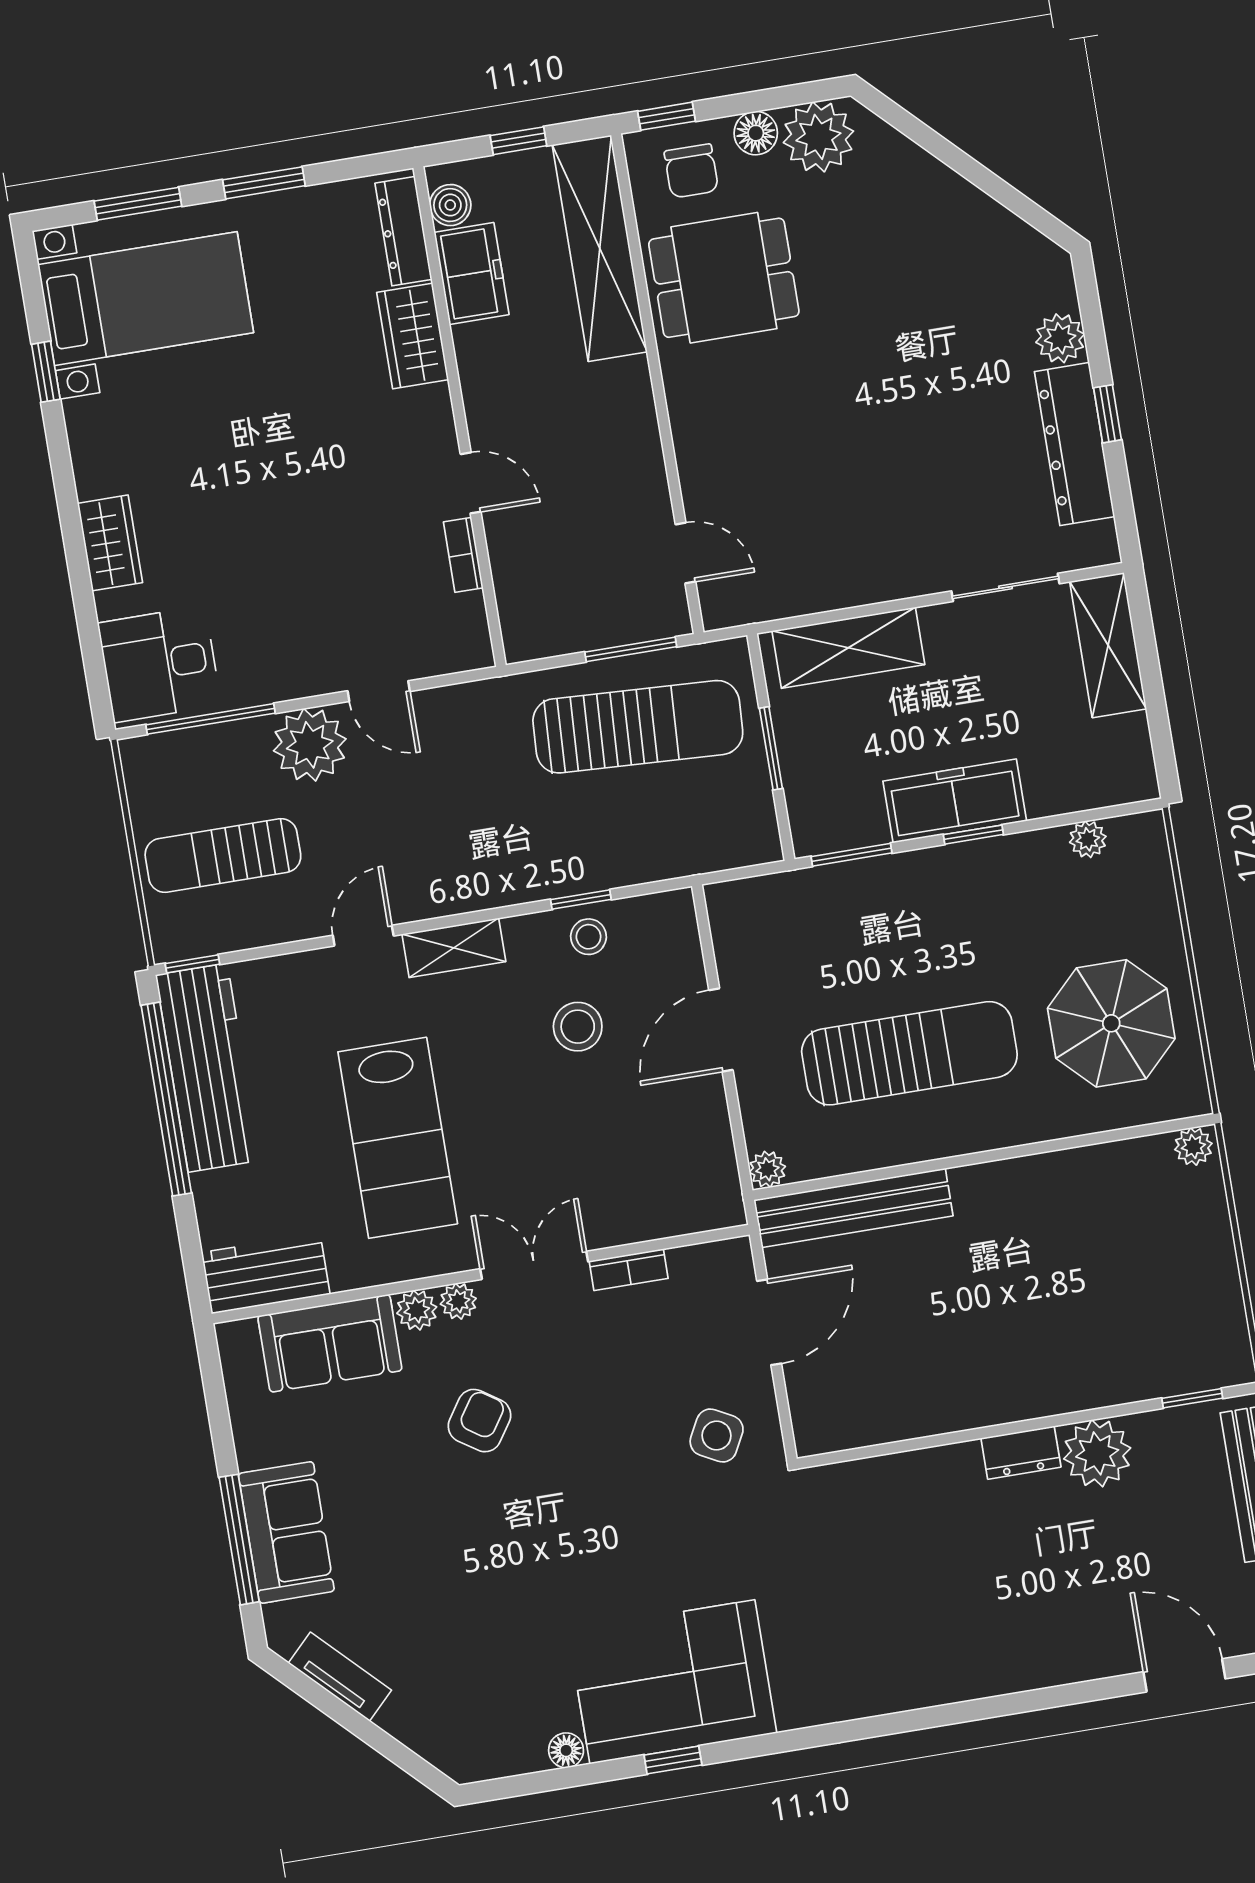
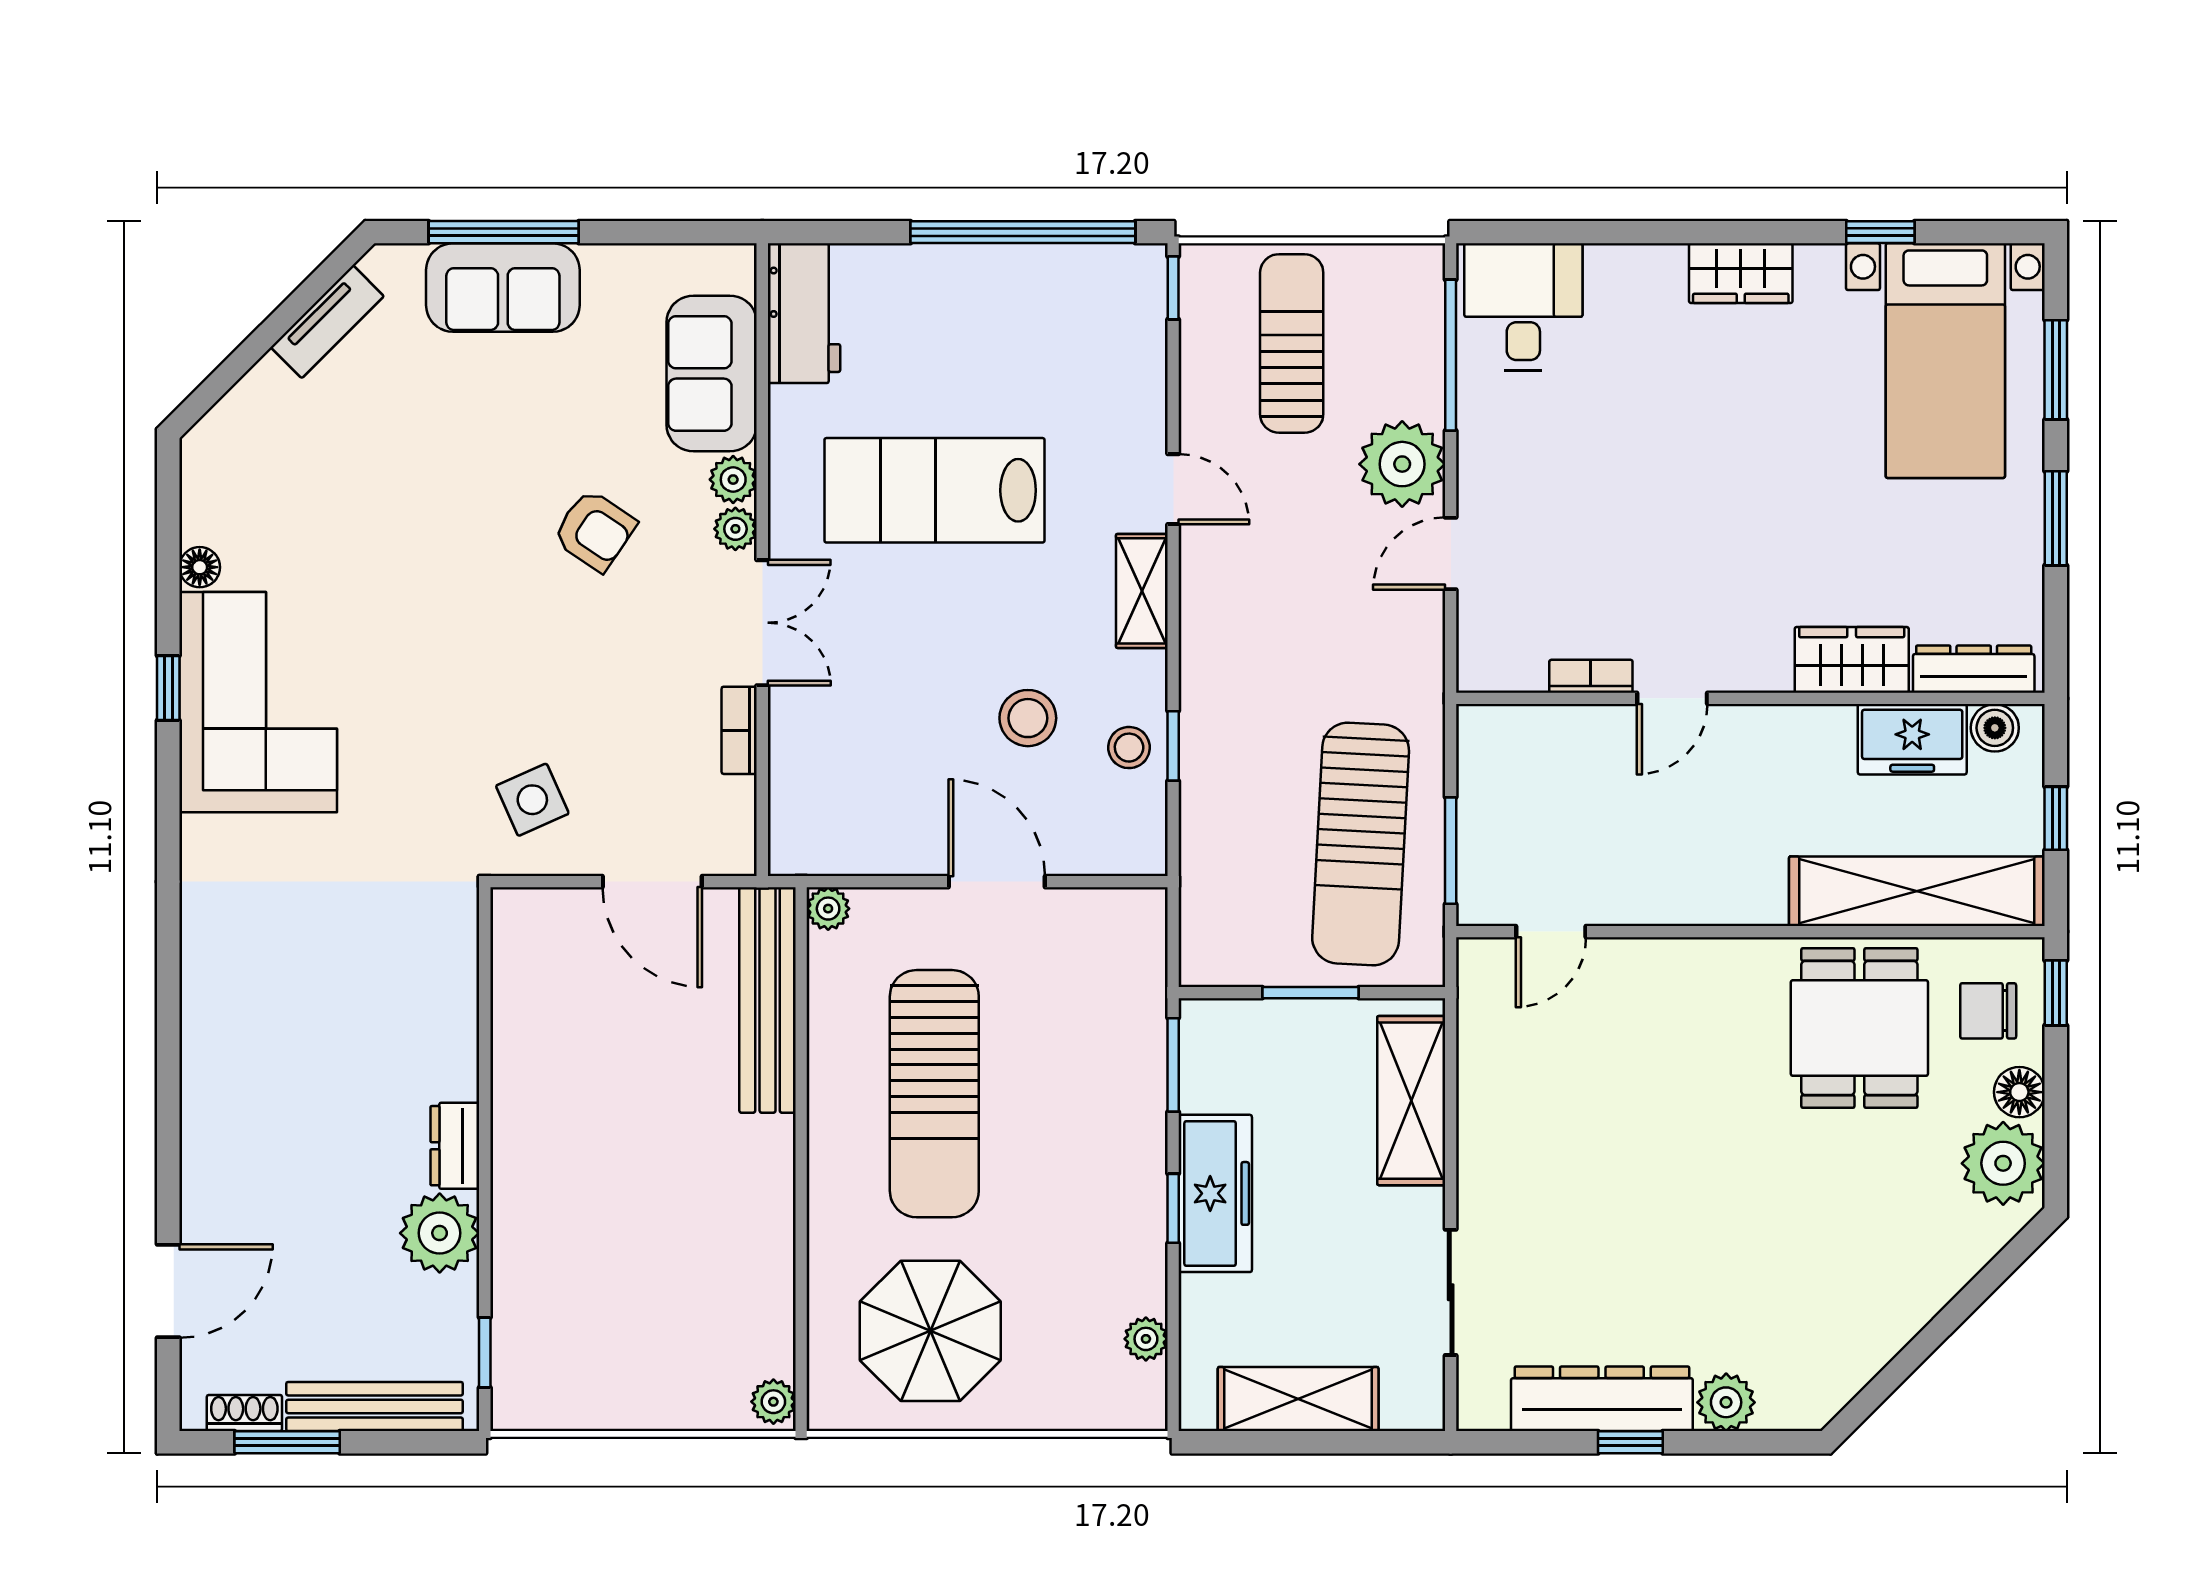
wardrobe: (110, 543) -> (1741, 273), moved
shelving: (1108, 645) -> (1298, 1399), moved
workbench: (208, 1068) -> (1051, 286), removed
side table: (717, 1436) -> (532, 800), turned 38

